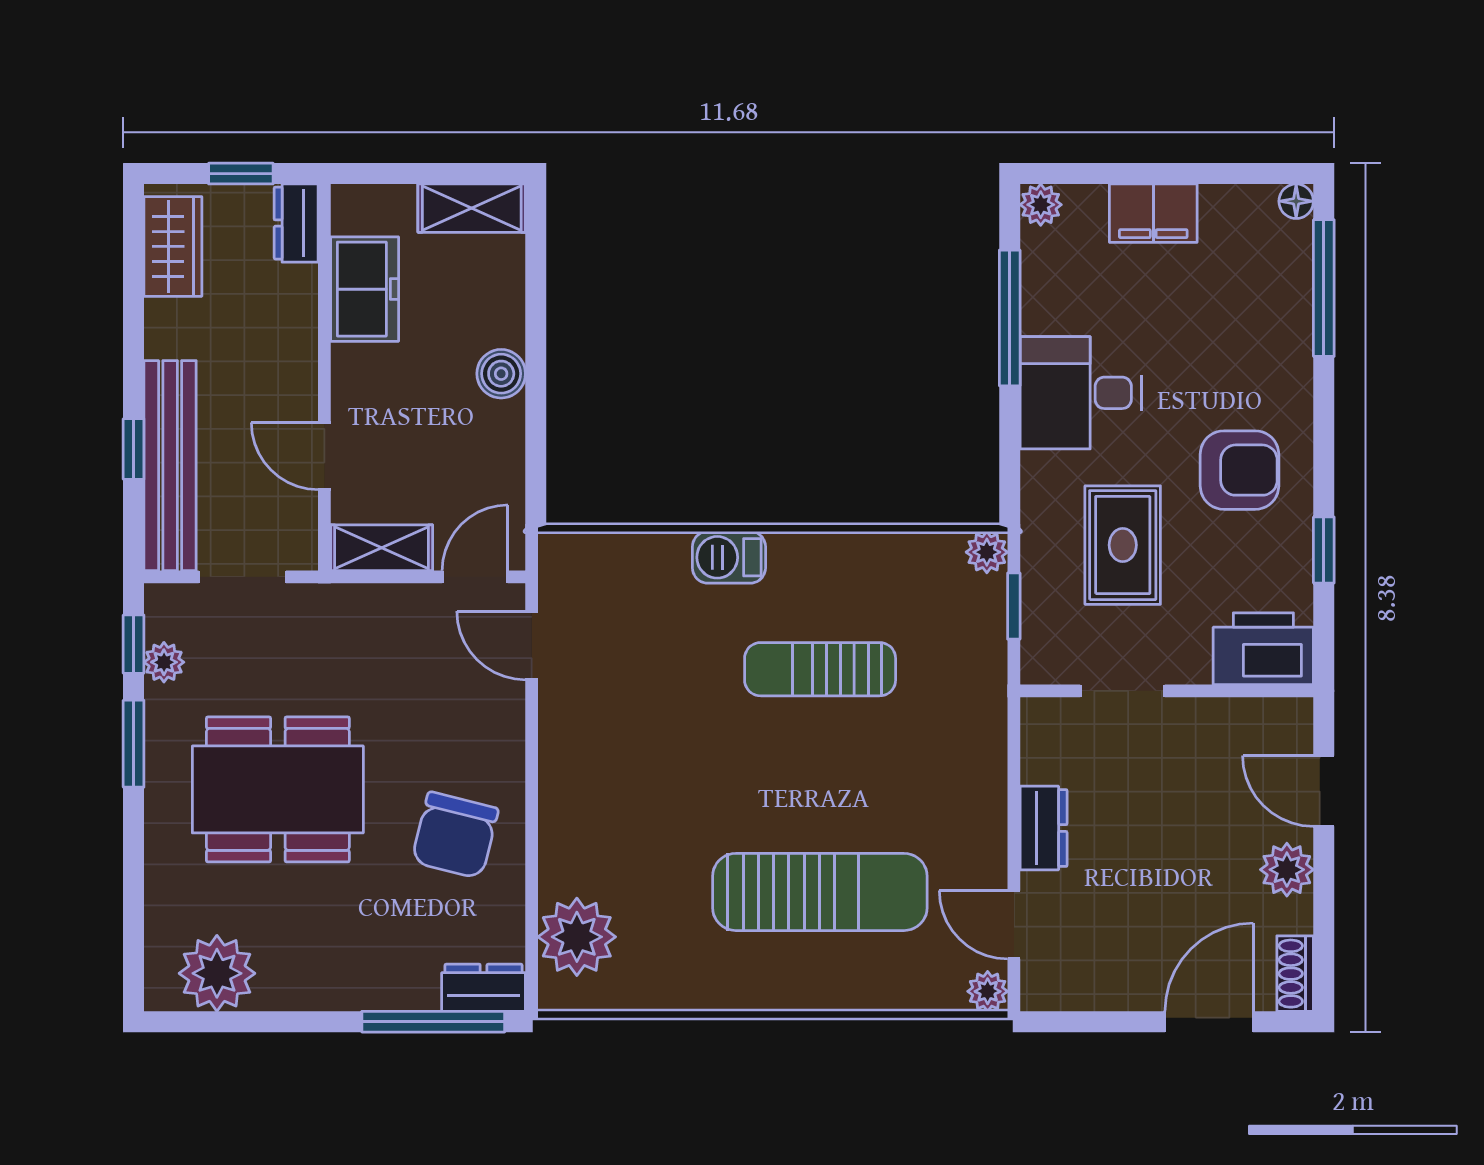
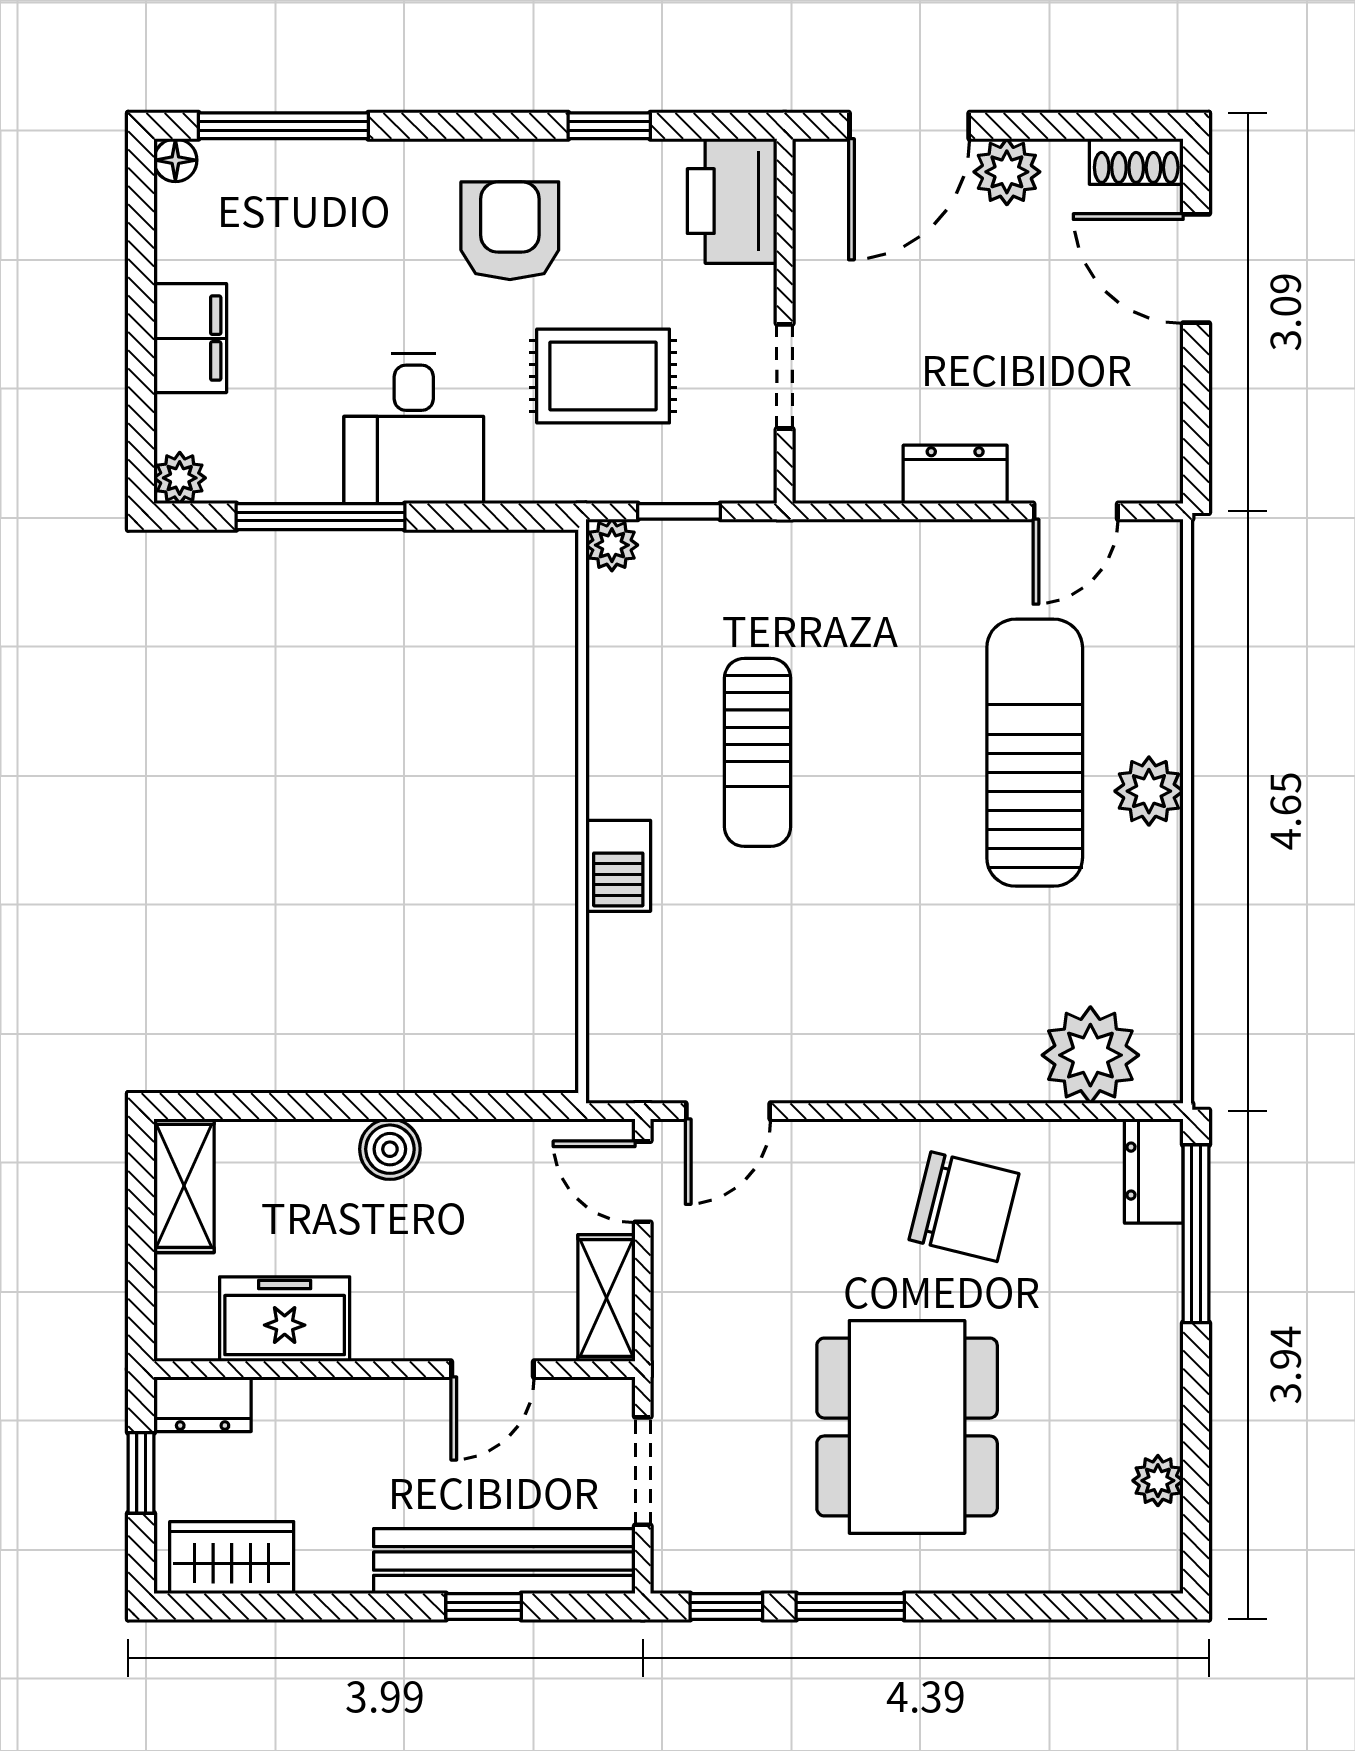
plant: (164, 662) -> (749, 1569), removed
door: (1324, 791) -> (909, 126), width x1.38
plant: (217, 973) -> (1158, 1481), width x0.53, depth x0.53
plant: (988, 991) -> (1149, 791), moved, width x1.38, depth x1.38

